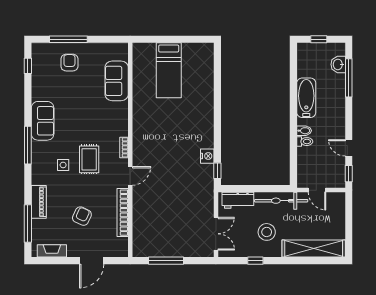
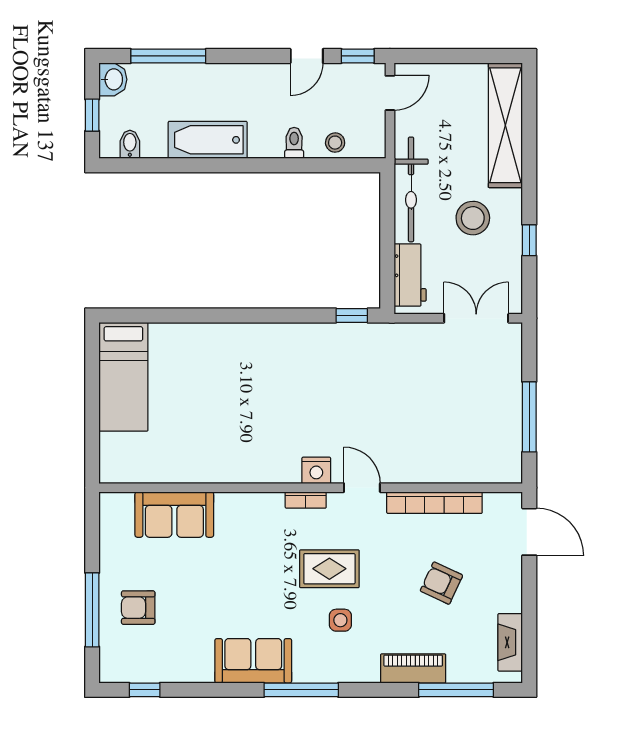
washbasin: (338, 64) -> (113, 79), moved, turned -90
bed: (169, 70) -> (123, 377), moved, turned 90
bidet: (304, 131) -> (130, 144), moved
nightstand: (207, 156) -> (316, 470), moved, turned 180
stool: (305, 162) -> (335, 143), added
door: (317, 190) -> (390, 93), moved
door: (92, 261) -> (529, 532), moved

